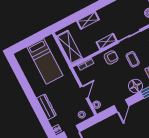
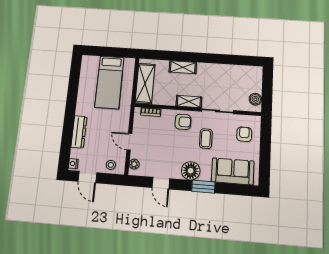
door: (84, 92) -> (129, 142), swing flipped
door: (121, 106) -> (161, 183), hinge flipped

